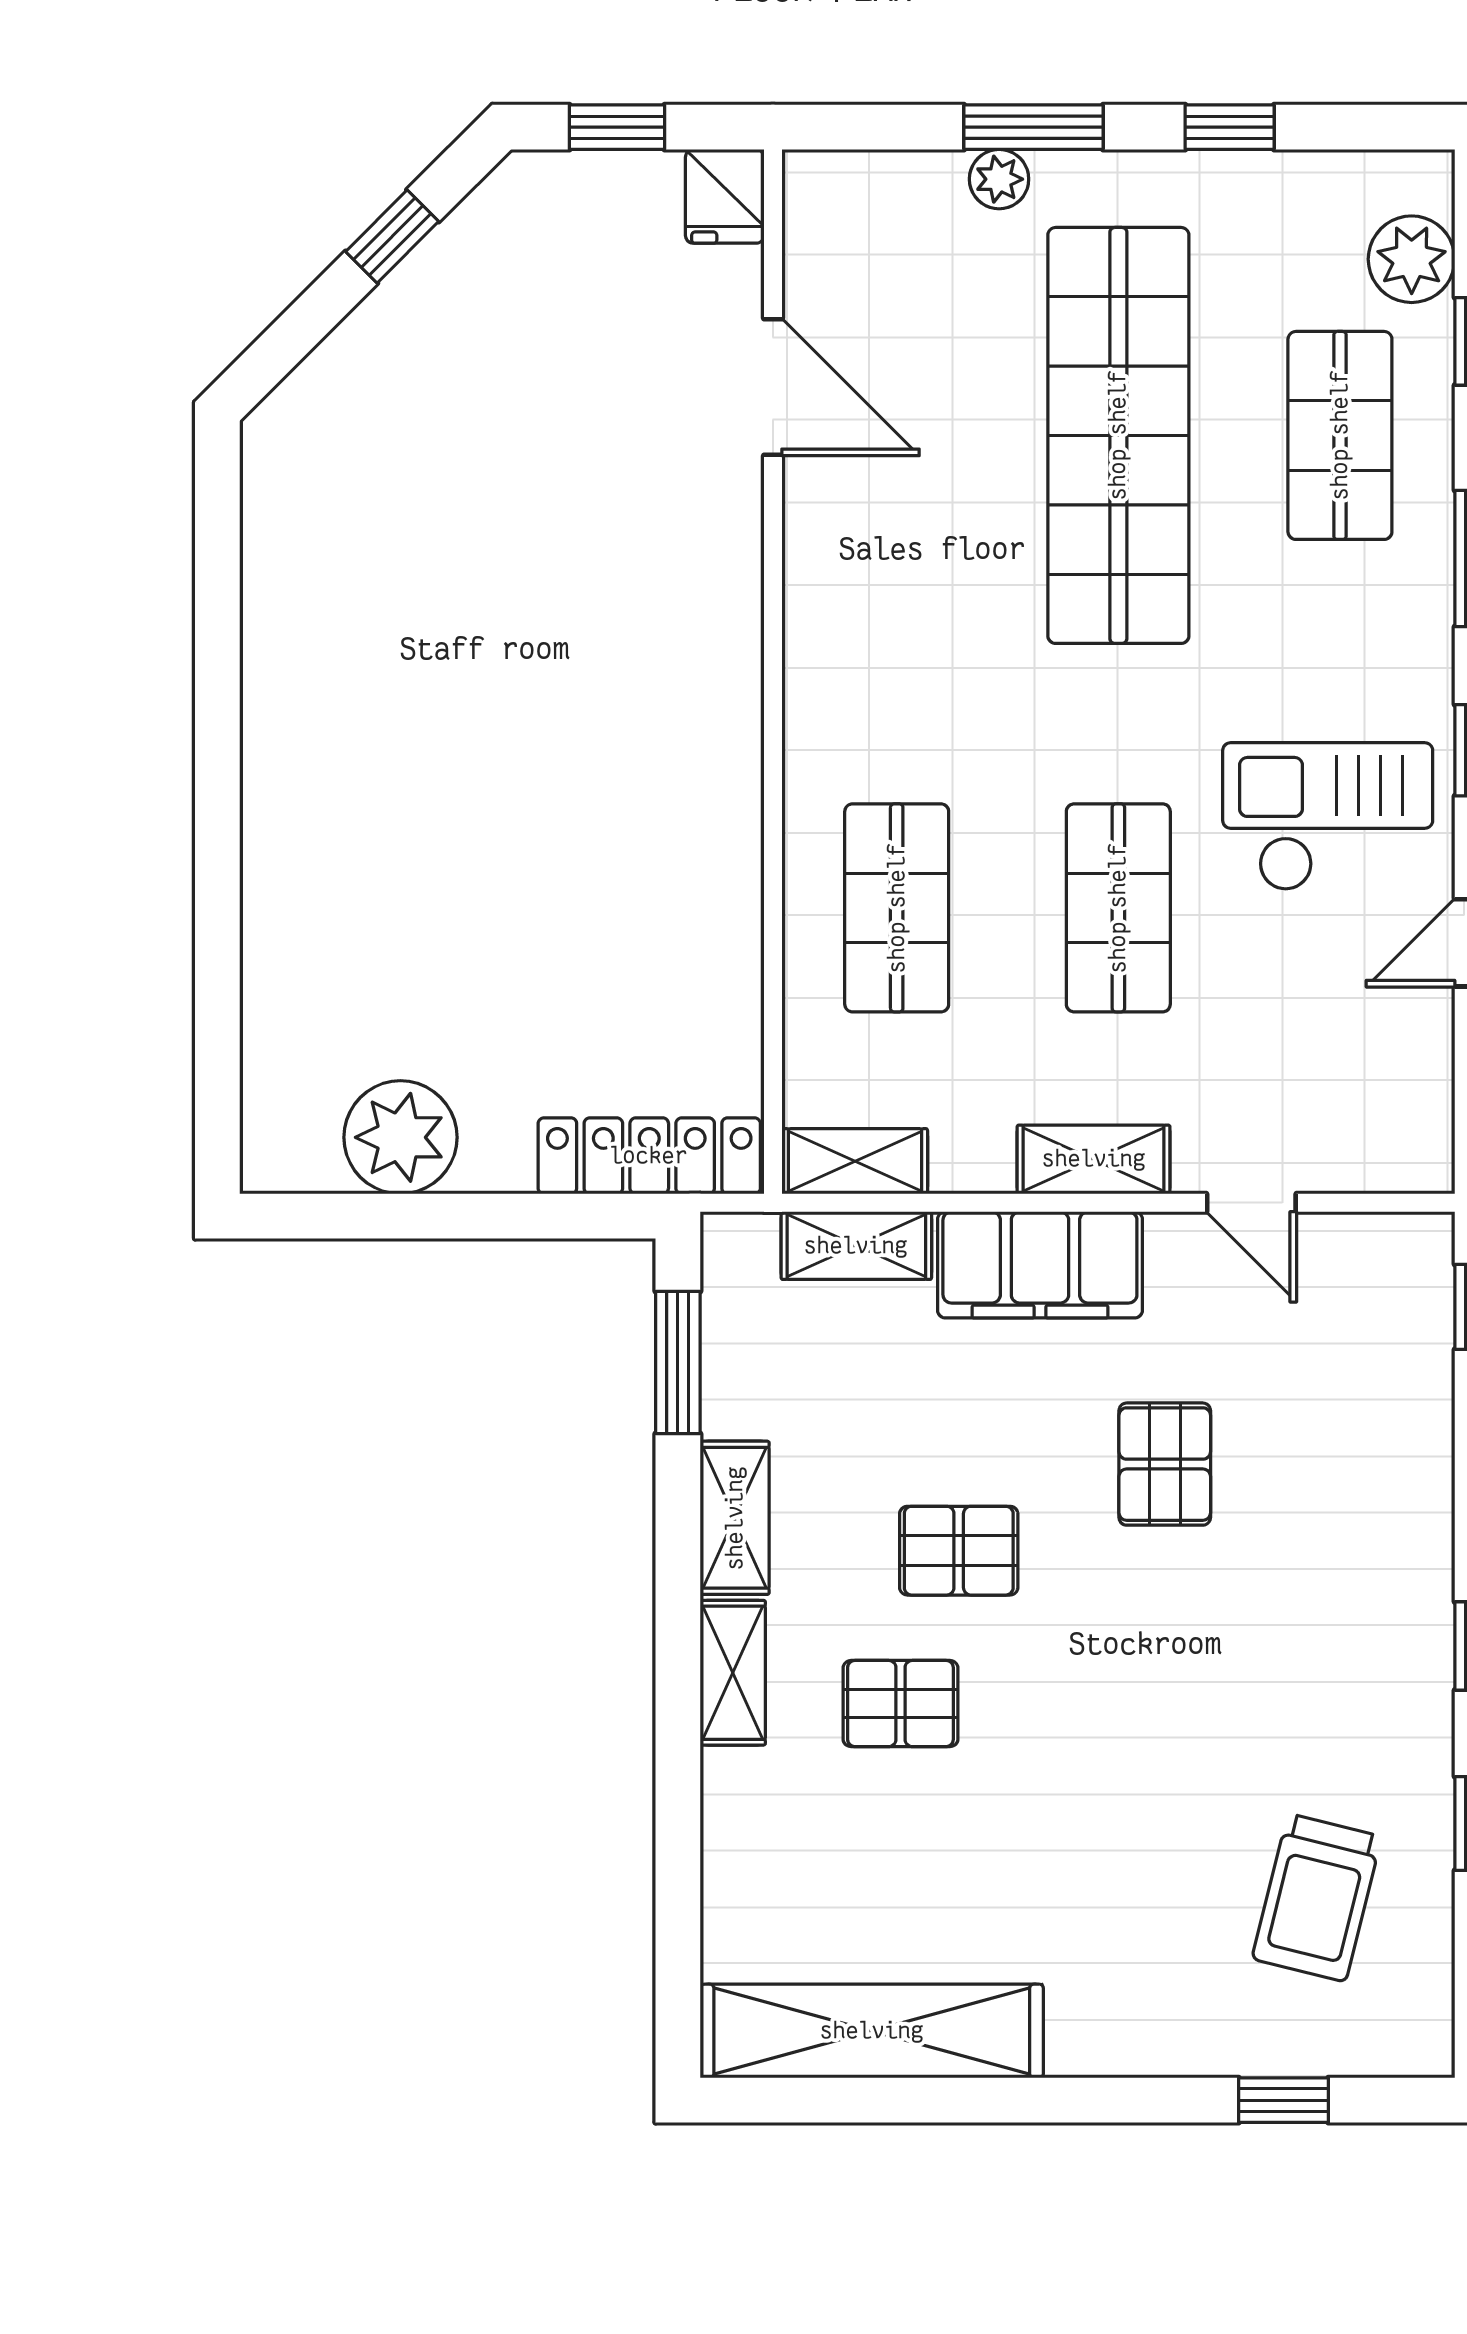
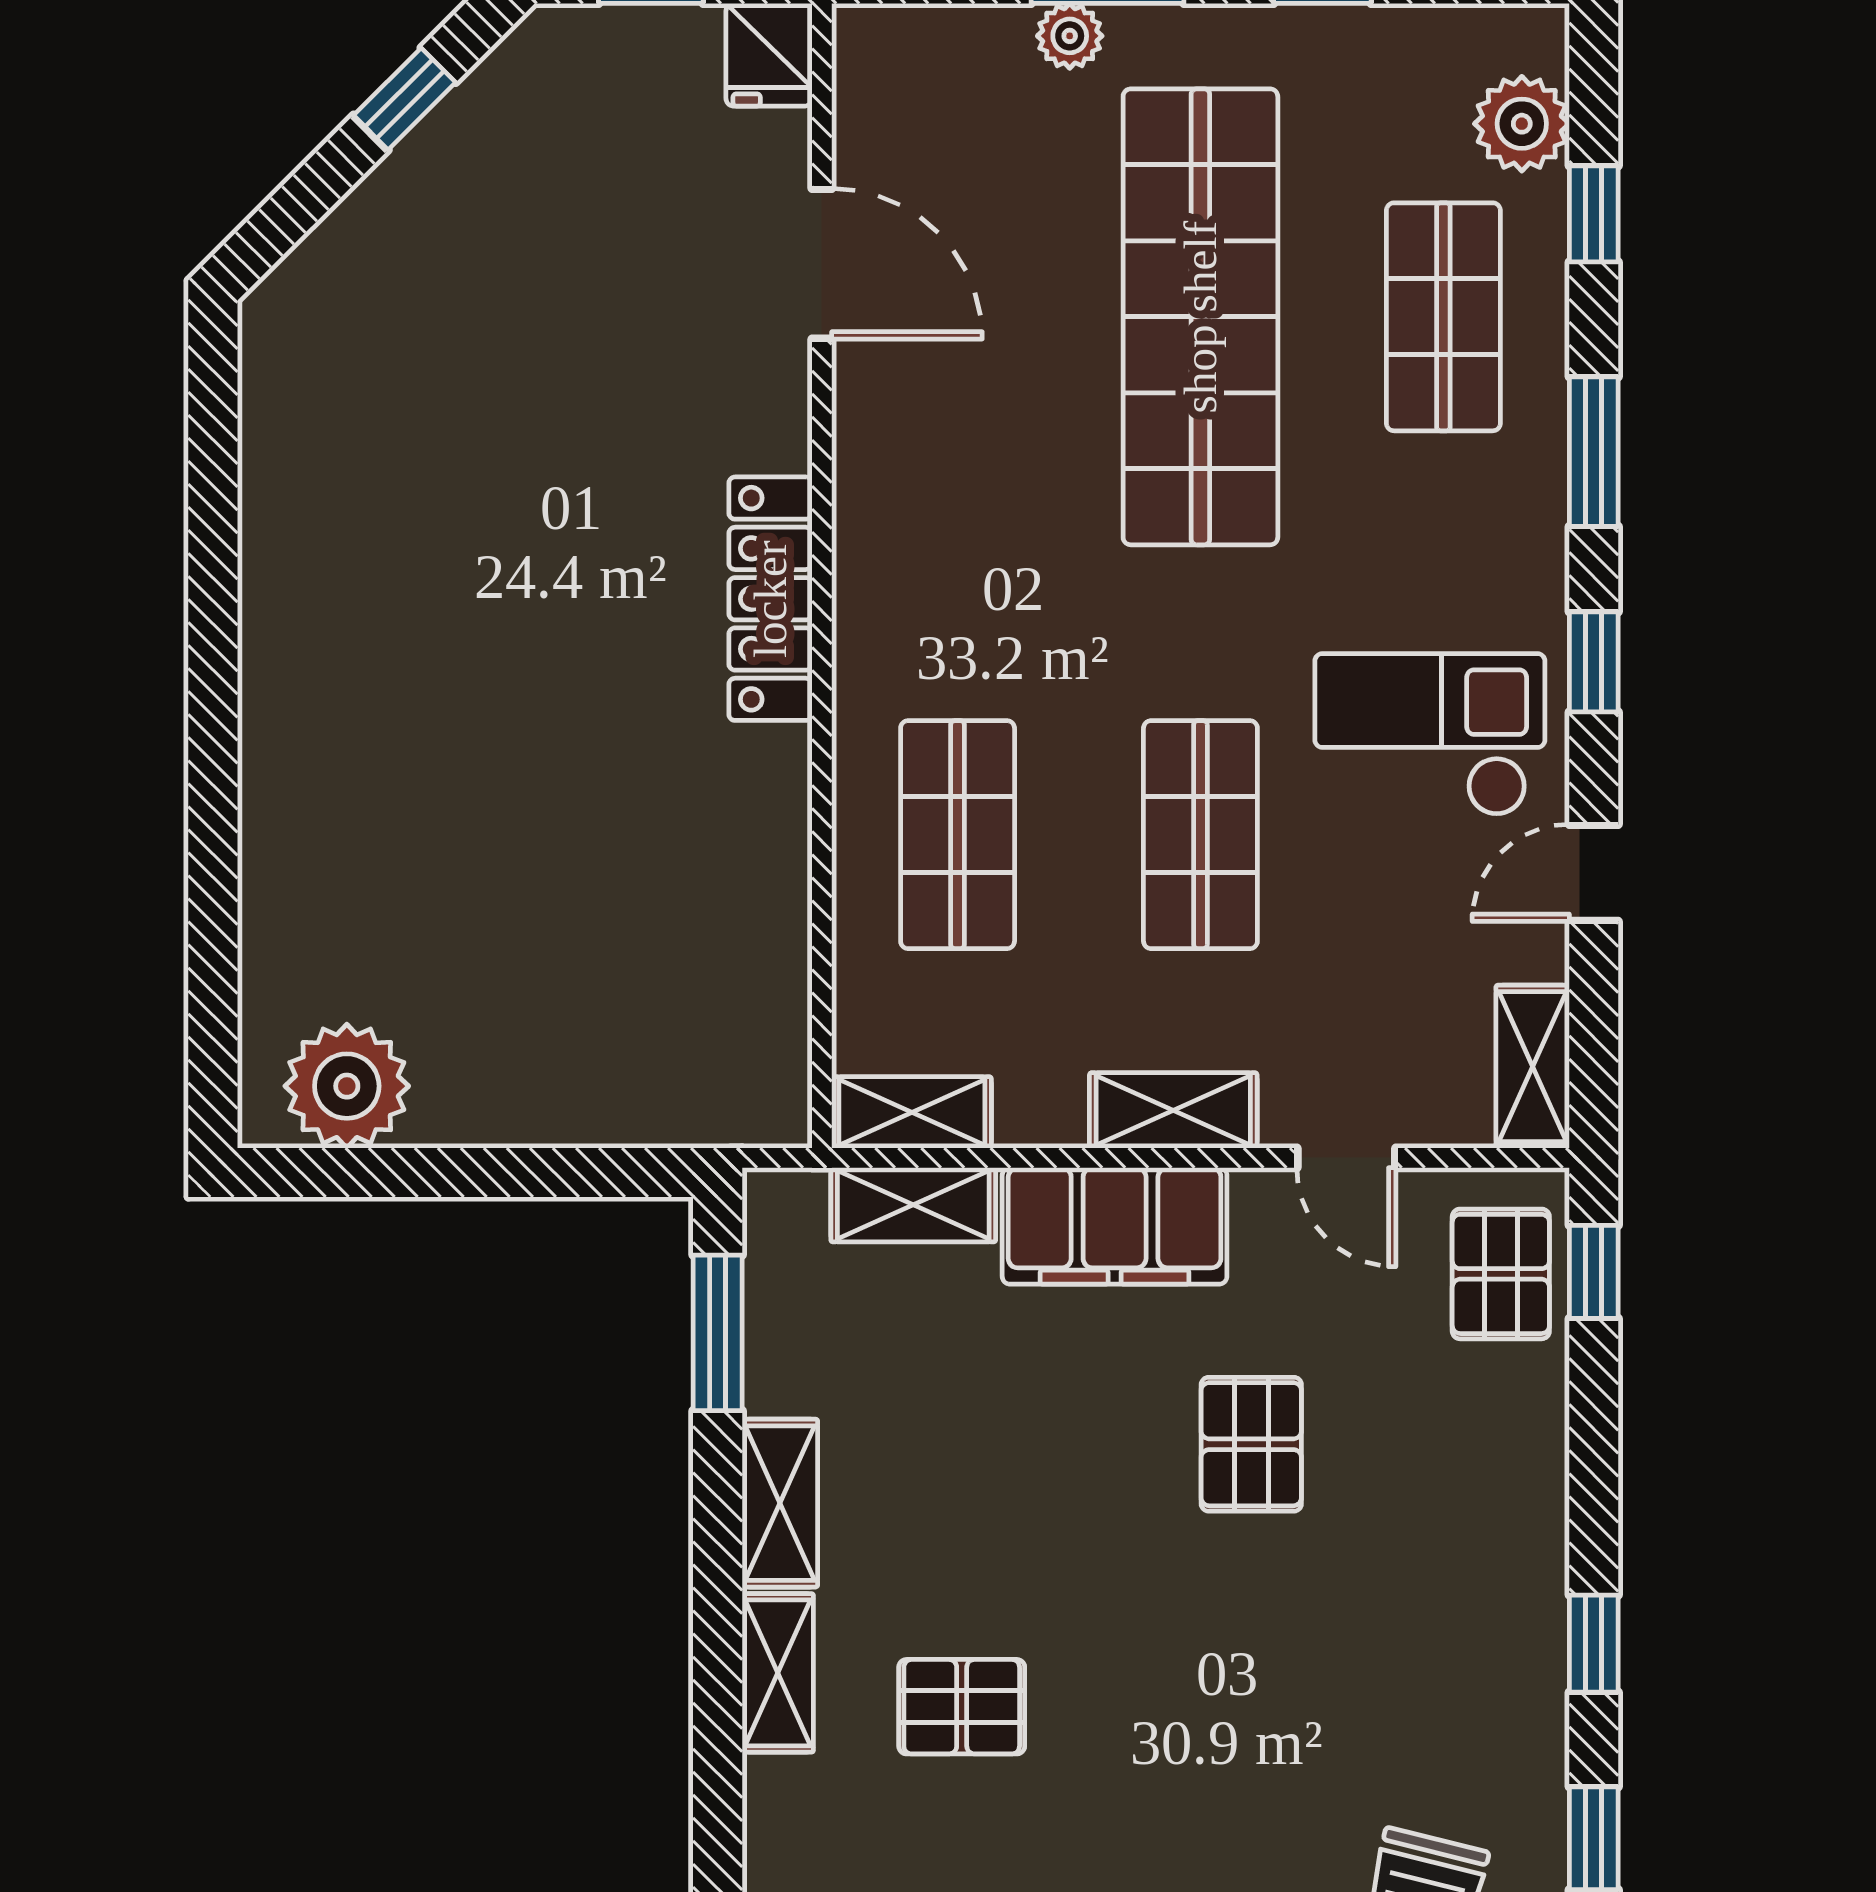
shelving: (1421, 1120) -> (1533, 1067), added
plant: (400, 1137) -> (347, 1086), moved
locker: (649, 1156) -> (770, 599), moved, turned -90
pallet: (959, 1551) -> (1501, 1274), moved, turned 90

